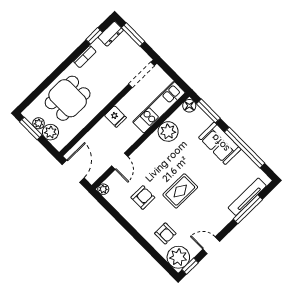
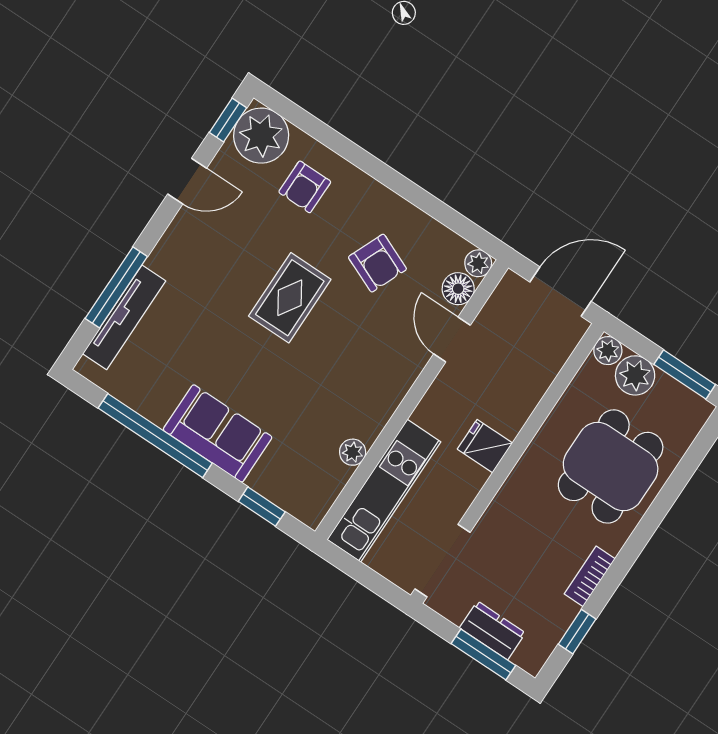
dresser: (111, 34) -> (492, 630), moved, turned 90
floor lamp: (189, 106) -> (458, 289), moved
window: (208, 111) -> (262, 507), width x0.67
plant: (39, 123) -> (608, 351), moved
plant: (168, 131) -> (353, 452), width x0.53, depth x0.53
door: (73, 171) -> (561, 292), swing flipped
armchair: (143, 197) -> (377, 263), turned -67
armchair: (165, 233) -> (305, 187), turned -90

